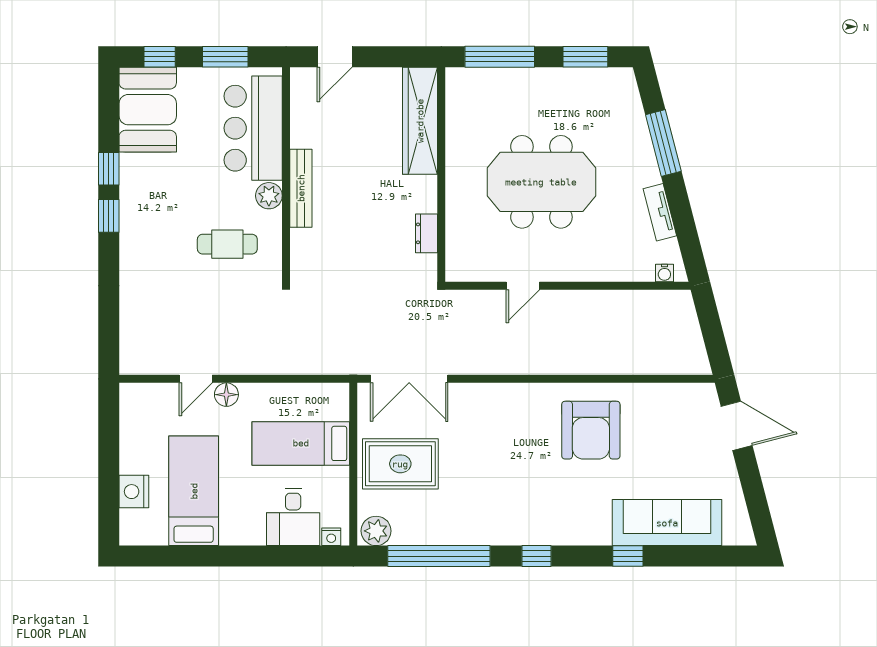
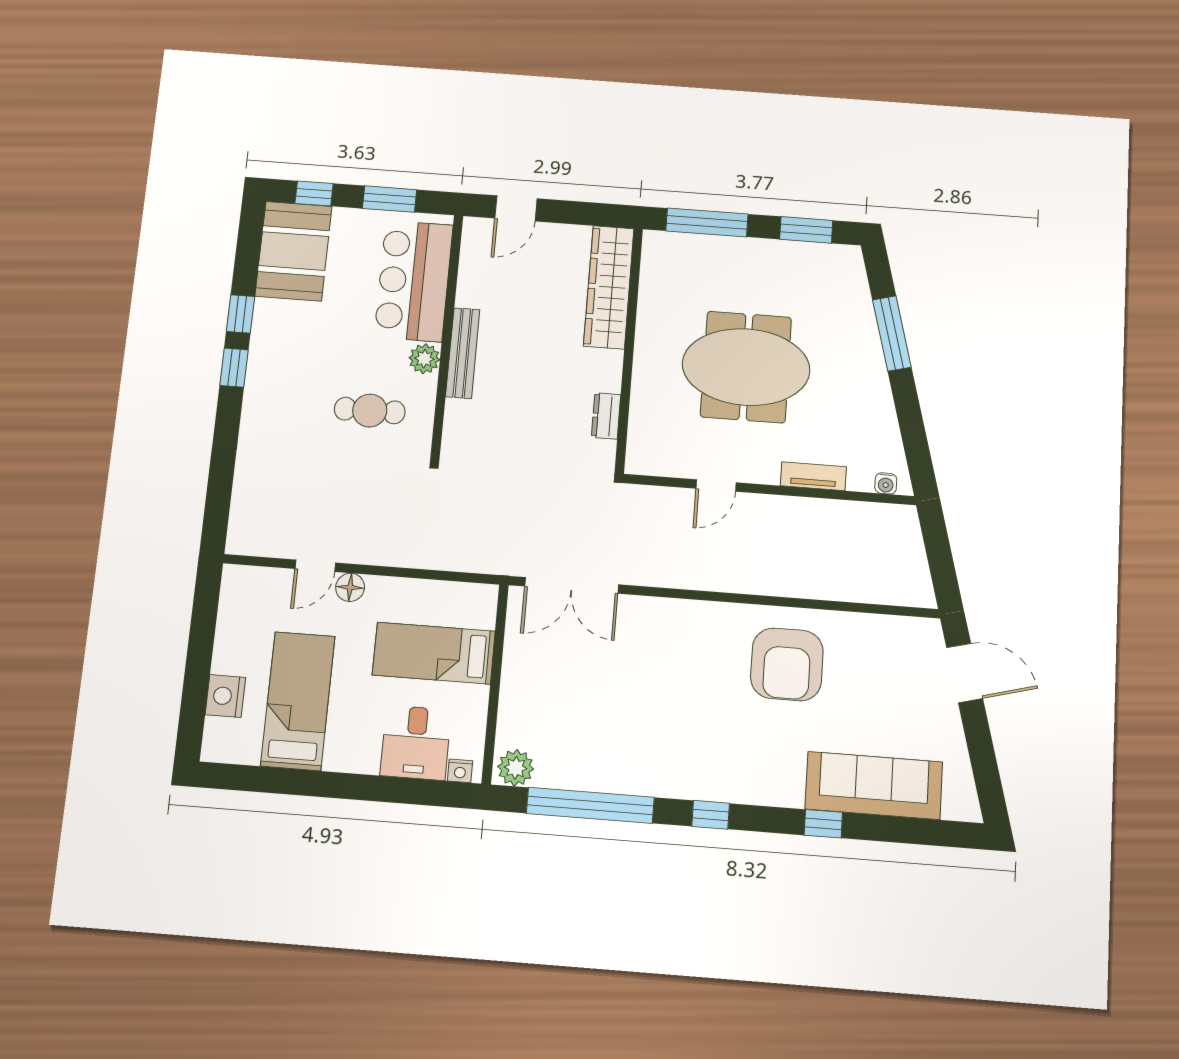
tv unit: (660, 212) -> (813, 476), moved, turned 105
rug: (400, 464) -> (552, 687), removed

